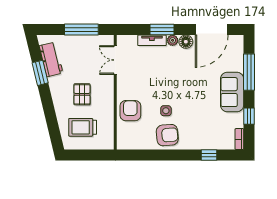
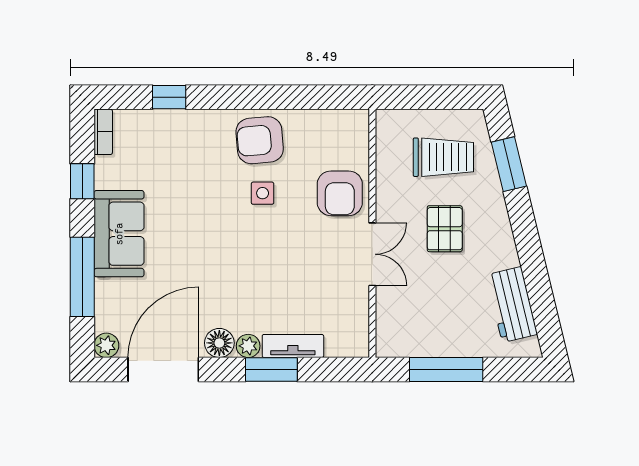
plant: (238, 41) -> (106, 345), added
double door: (115, 60) -> (372, 254), moved
window: (40, 73) -> (509, 164), moved

